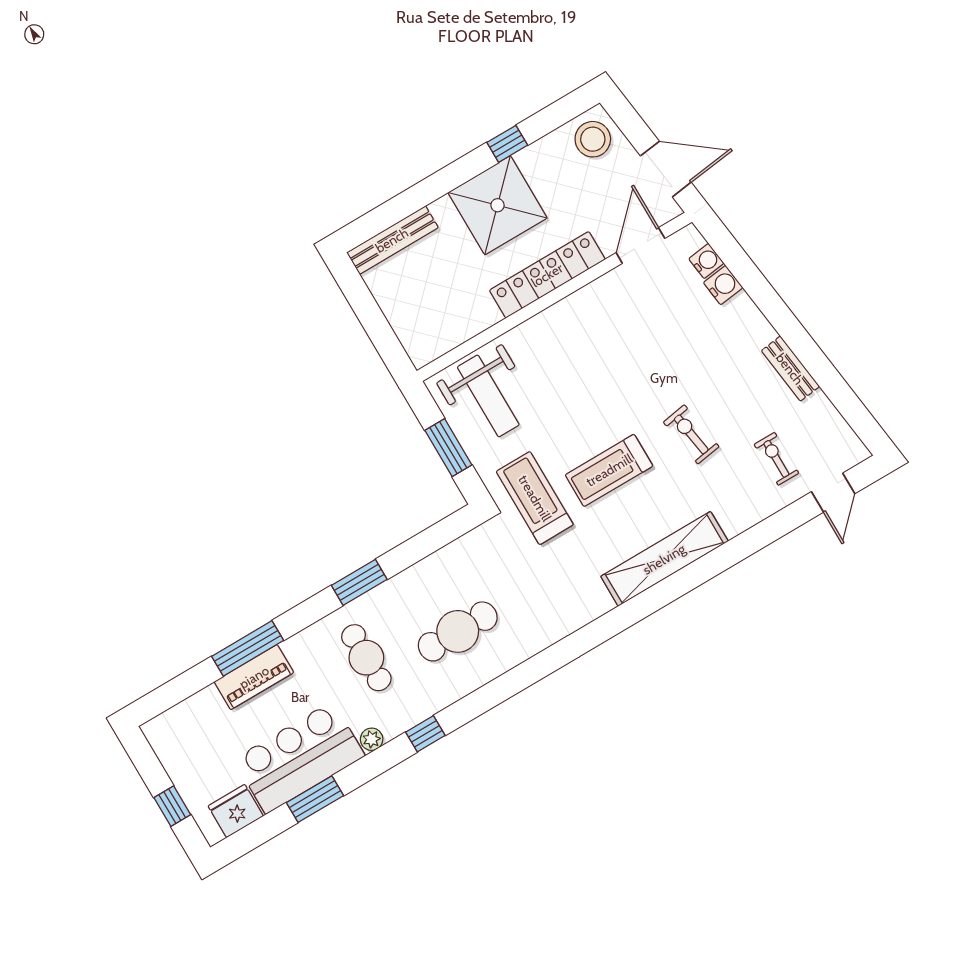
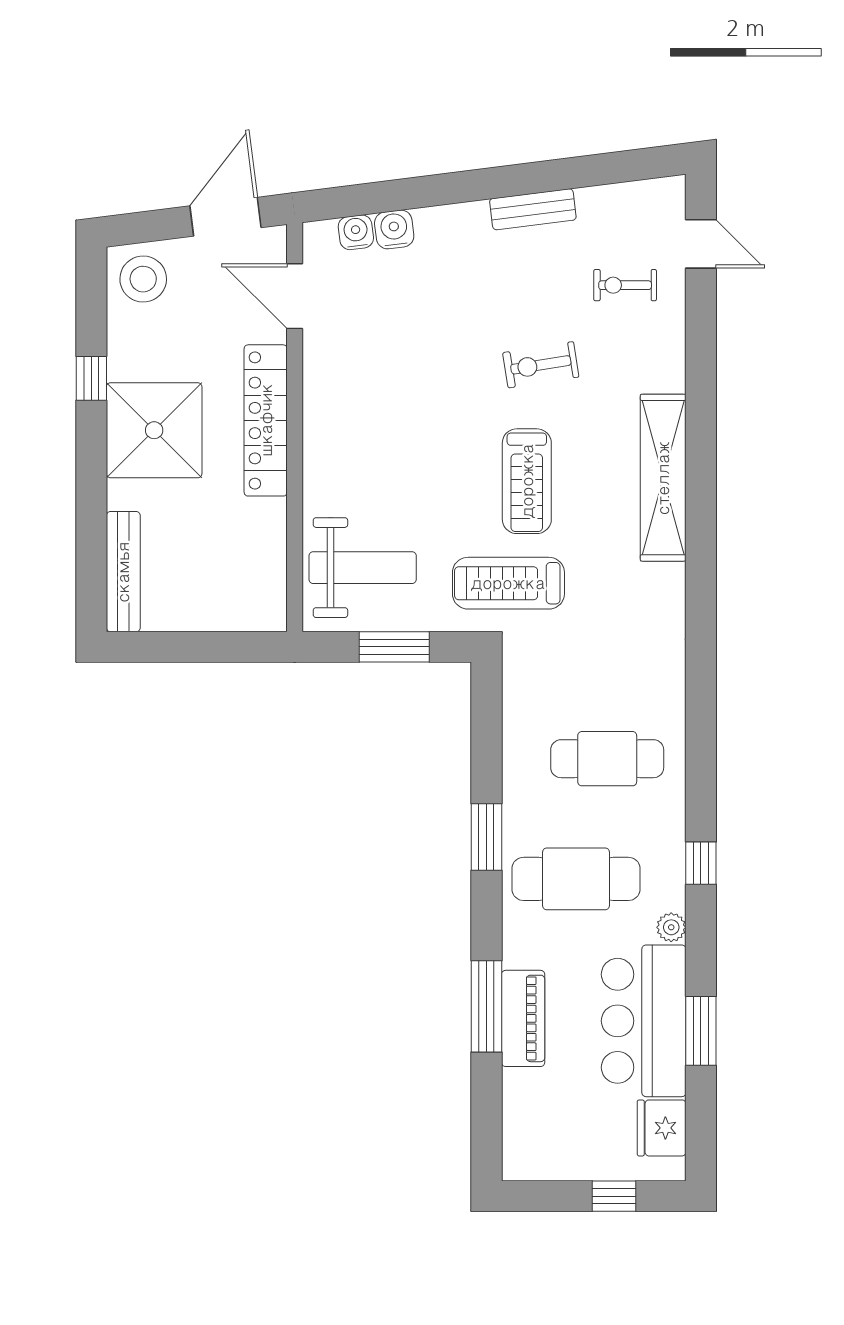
cafe table: (458, 631) -> (607, 759), turned 90
cafe table: (366, 658) -> (576, 879), width x1.37, depth x1.35

